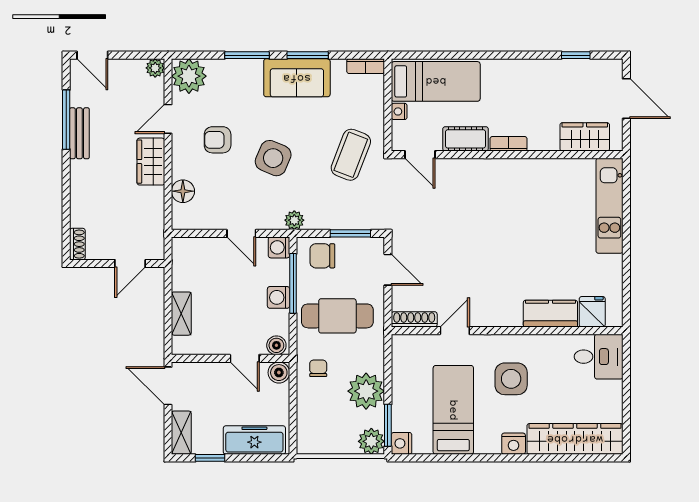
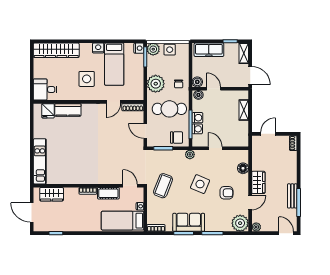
washing machine: (279, 247) -> (197, 129), moved
plant: (366, 391) -> (156, 84), moved
side table: (337, 440) -> (170, 50), added
nightstand: (514, 444) -> (98, 48), moved

